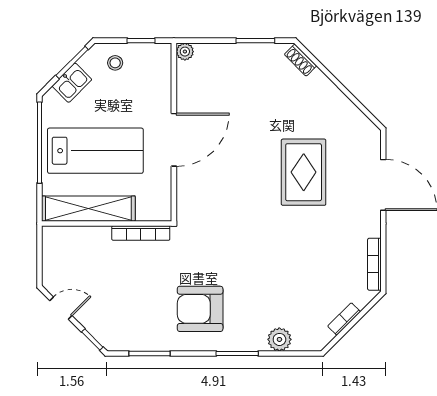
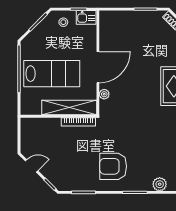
plant: (185, 52) -> (104, 94), moved
kitchen sink: (72, 83) -> (86, 17), moved, turned 45
shelving: (88, 209) -> (69, 108), moved

